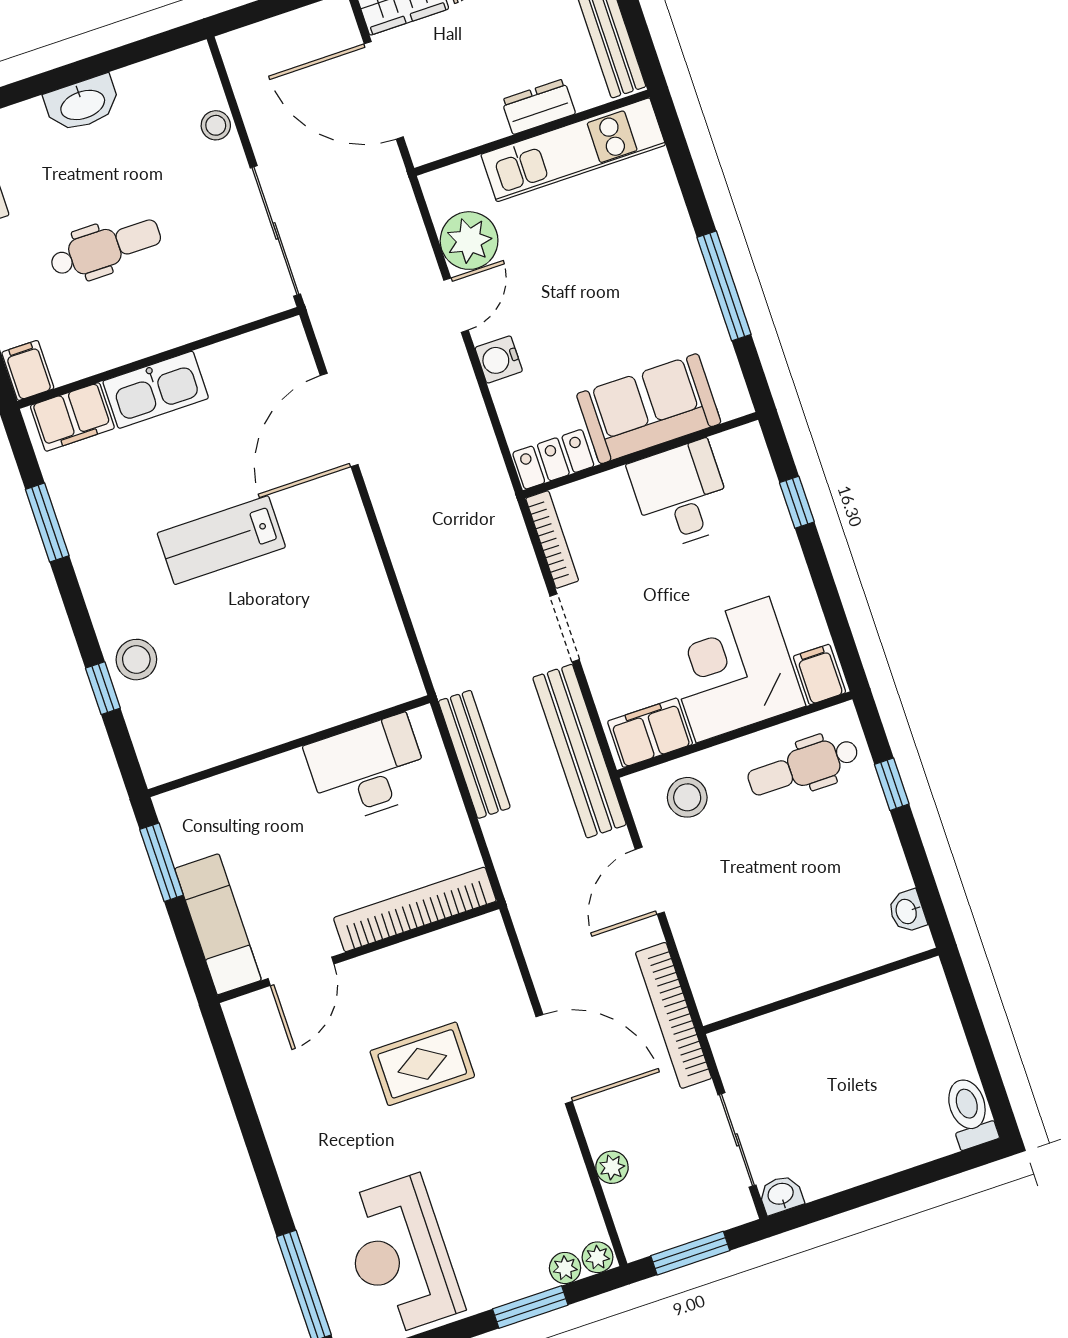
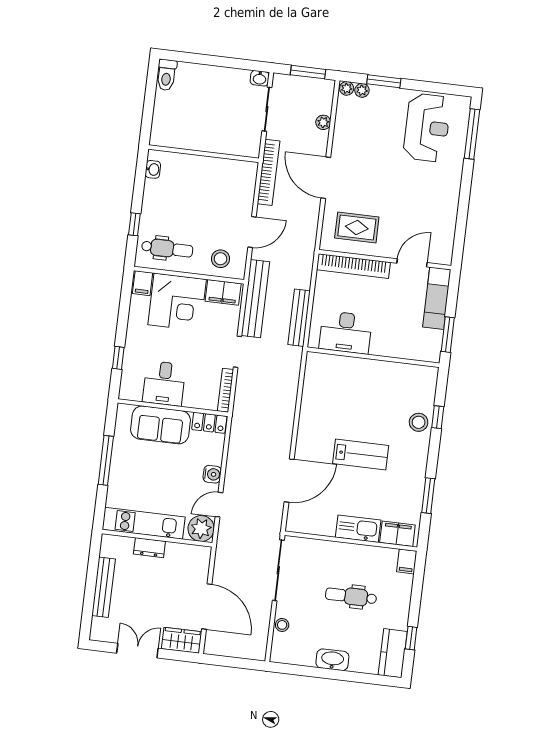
dresser: (538, 107) -> (149, 548), moved
wall: (532, 133) -> (157, 538), moved
kitchen unit: (573, 150) -> (144, 523), moved
rug: (422, 1064) -> (357, 228), moved

